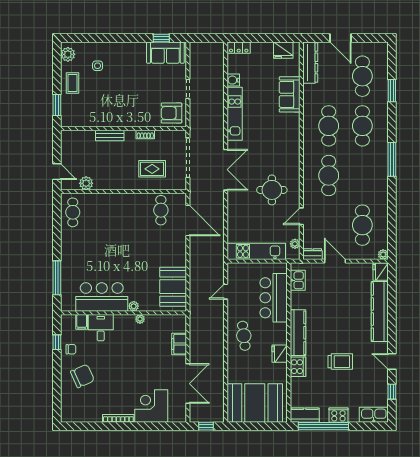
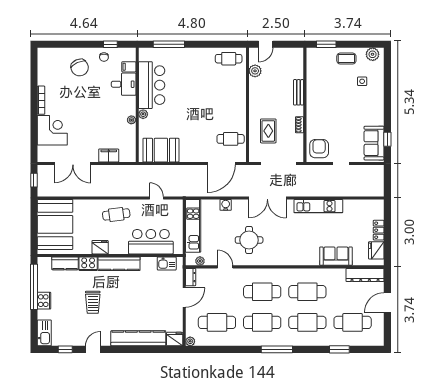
locker: (239, 48) -> (379, 230), moved
water cooler: (233, 80) -> (226, 205), moved
cafe table: (362, 175) -> (262, 322), added
kitchen counter: (305, 415) -> (65, 263), moved, turned 90

